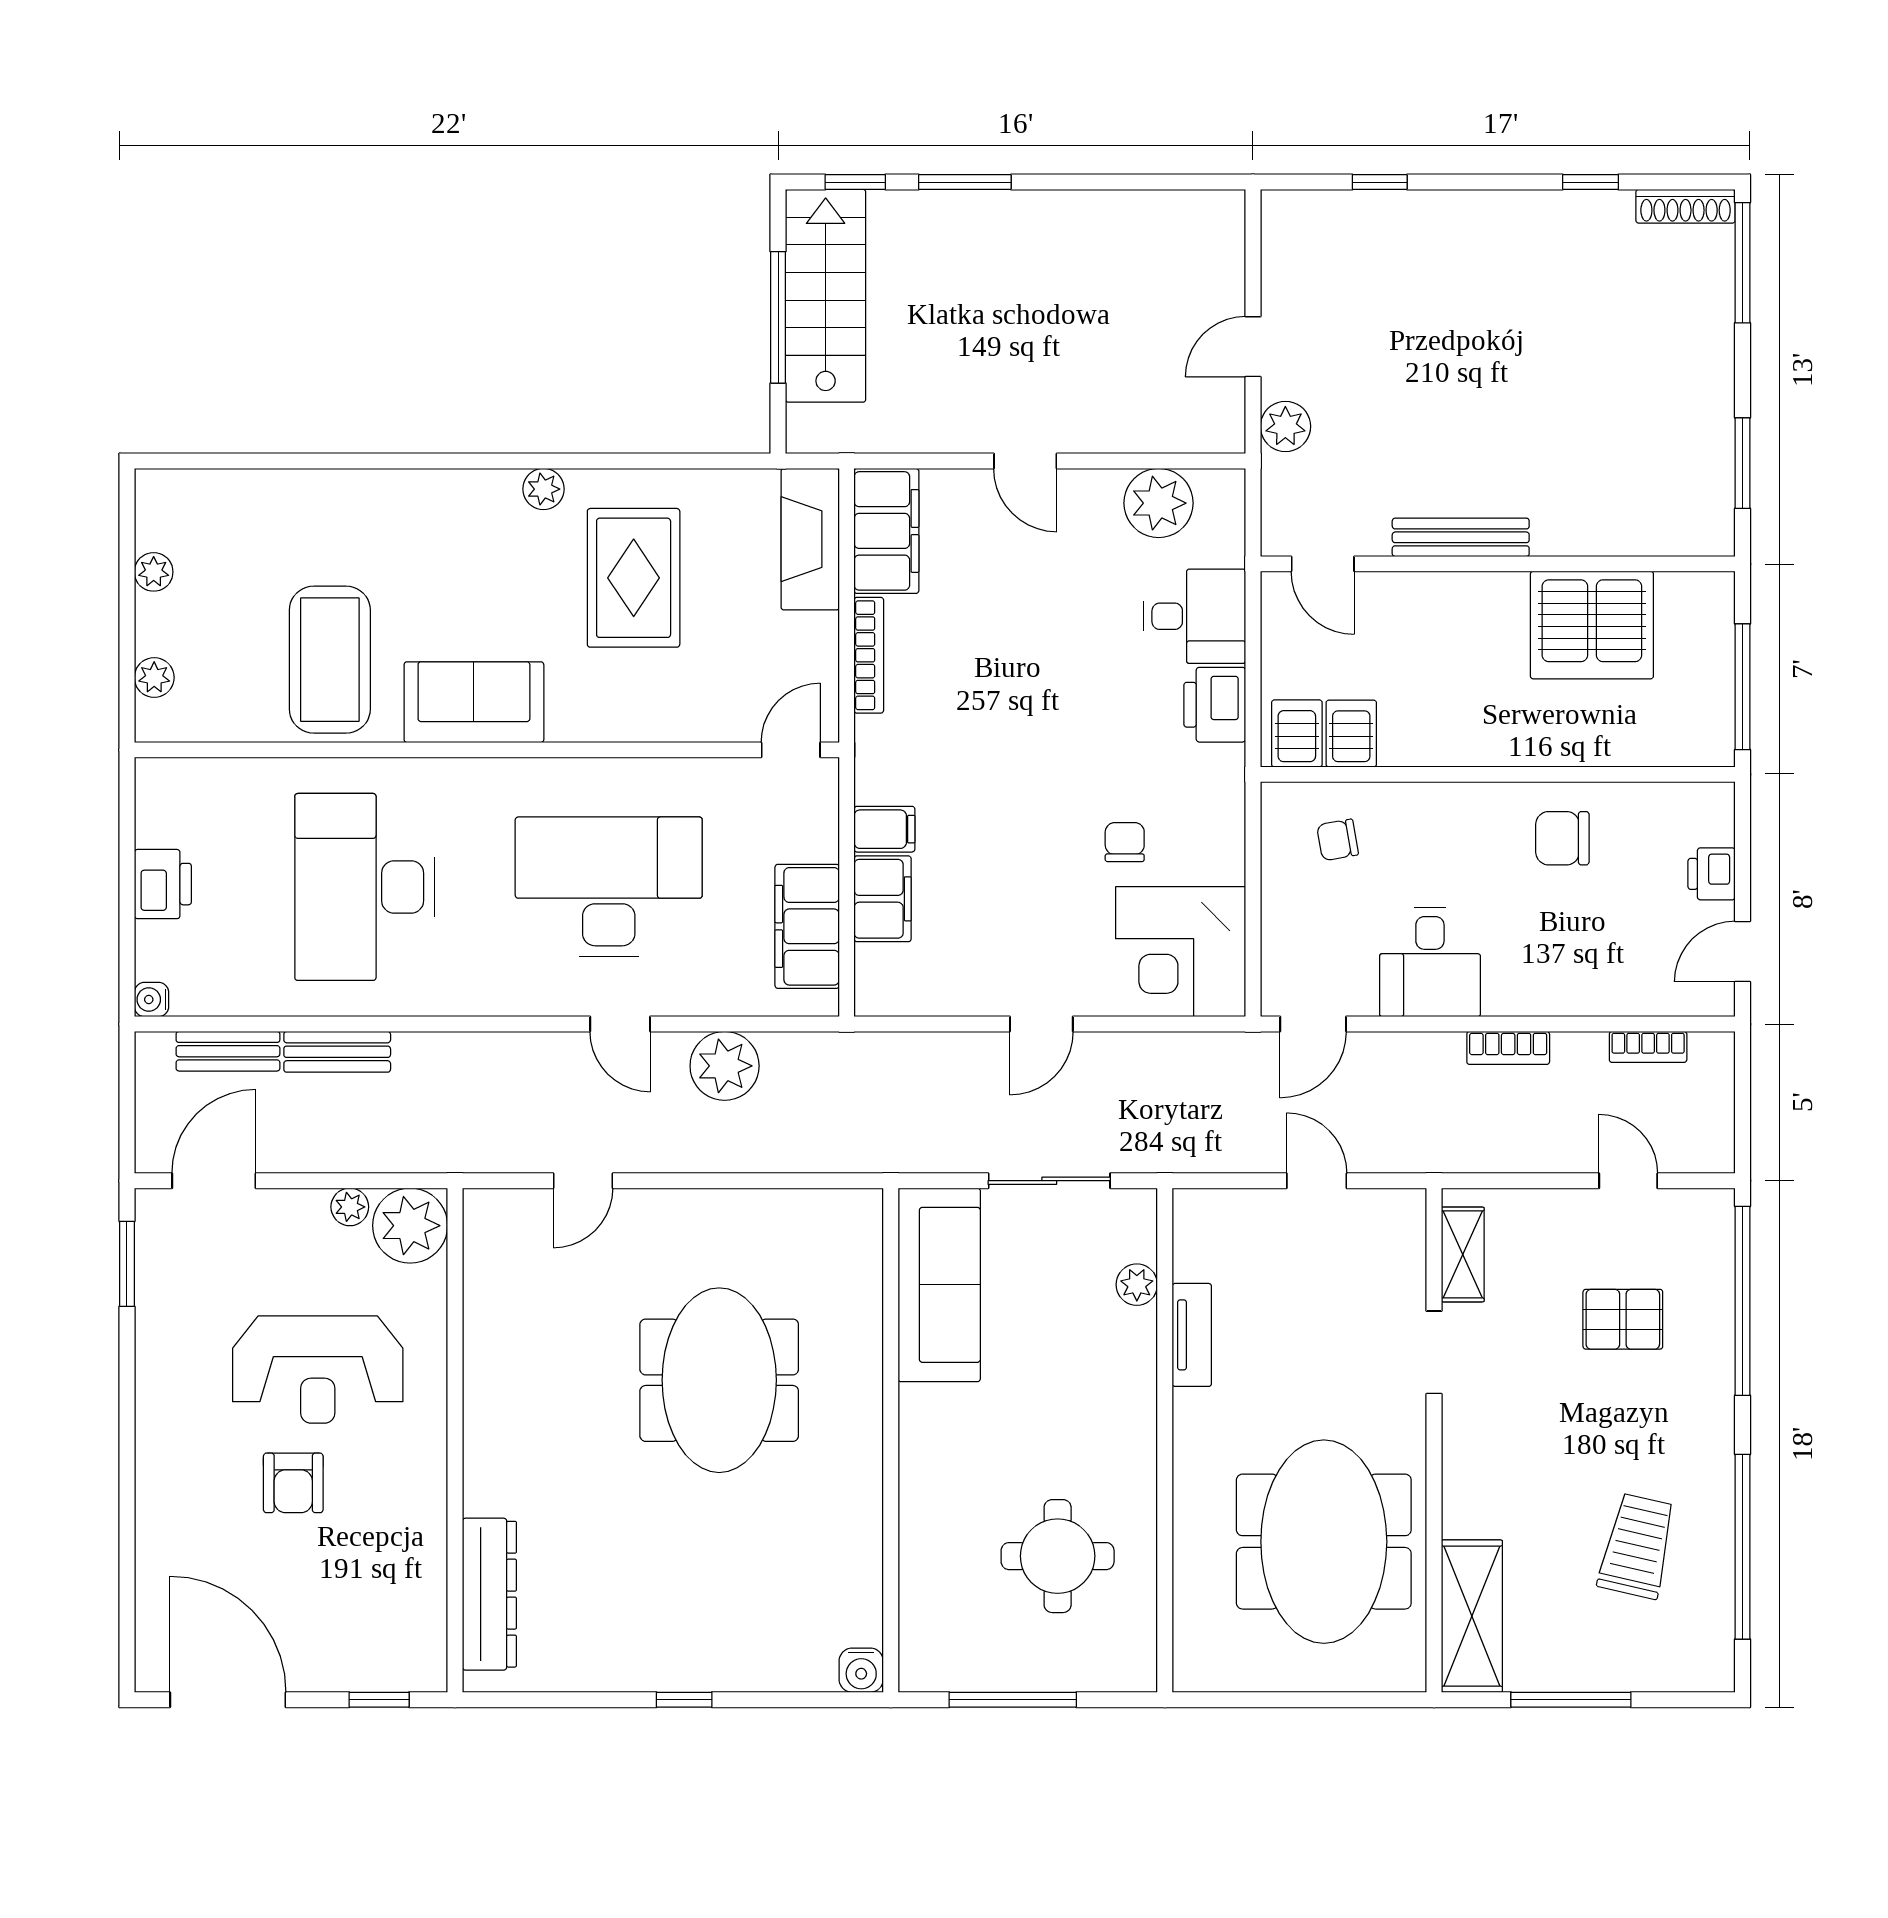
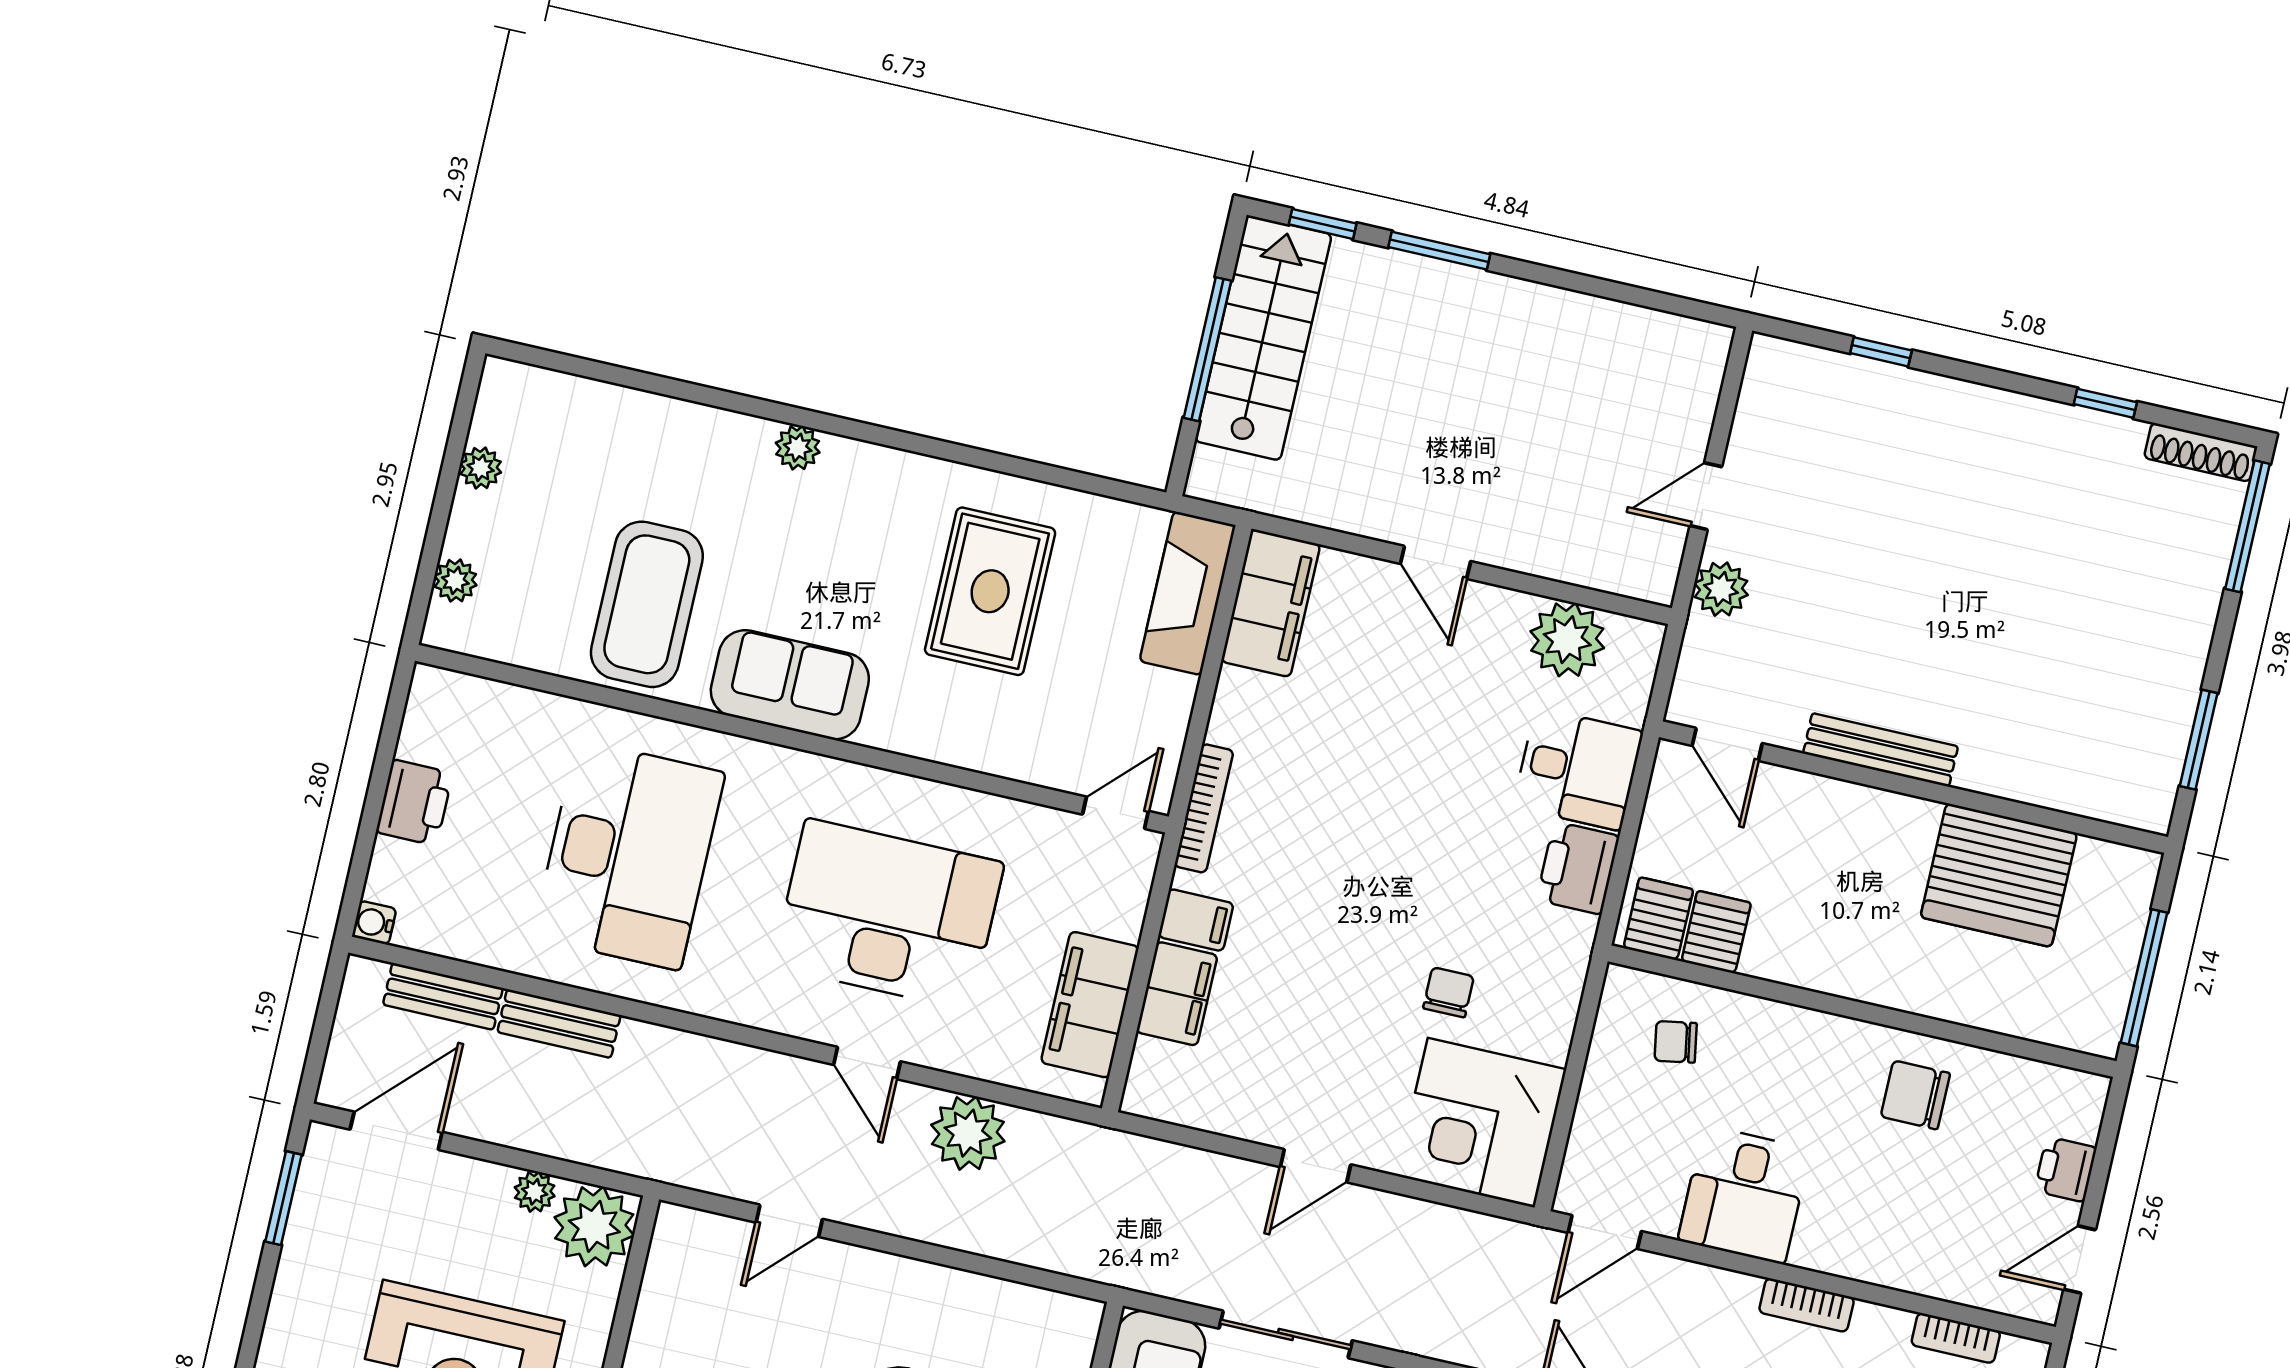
plant: (543, 489) -> (798, 448), moved
bookcase: (869, 655) -> (1204, 808), moved
desk: (365, 887) -> (629, 855), turned 180

